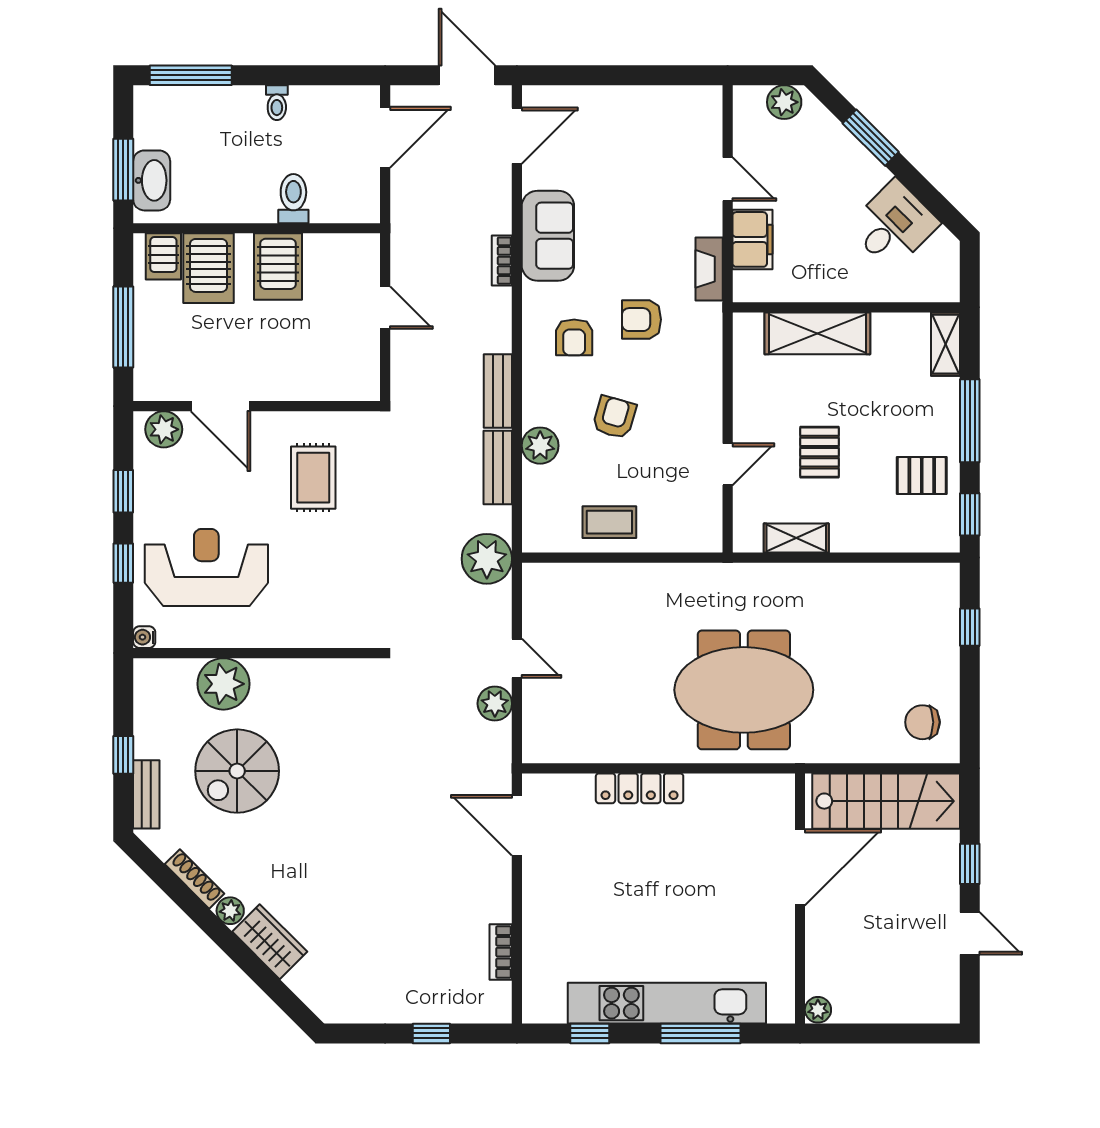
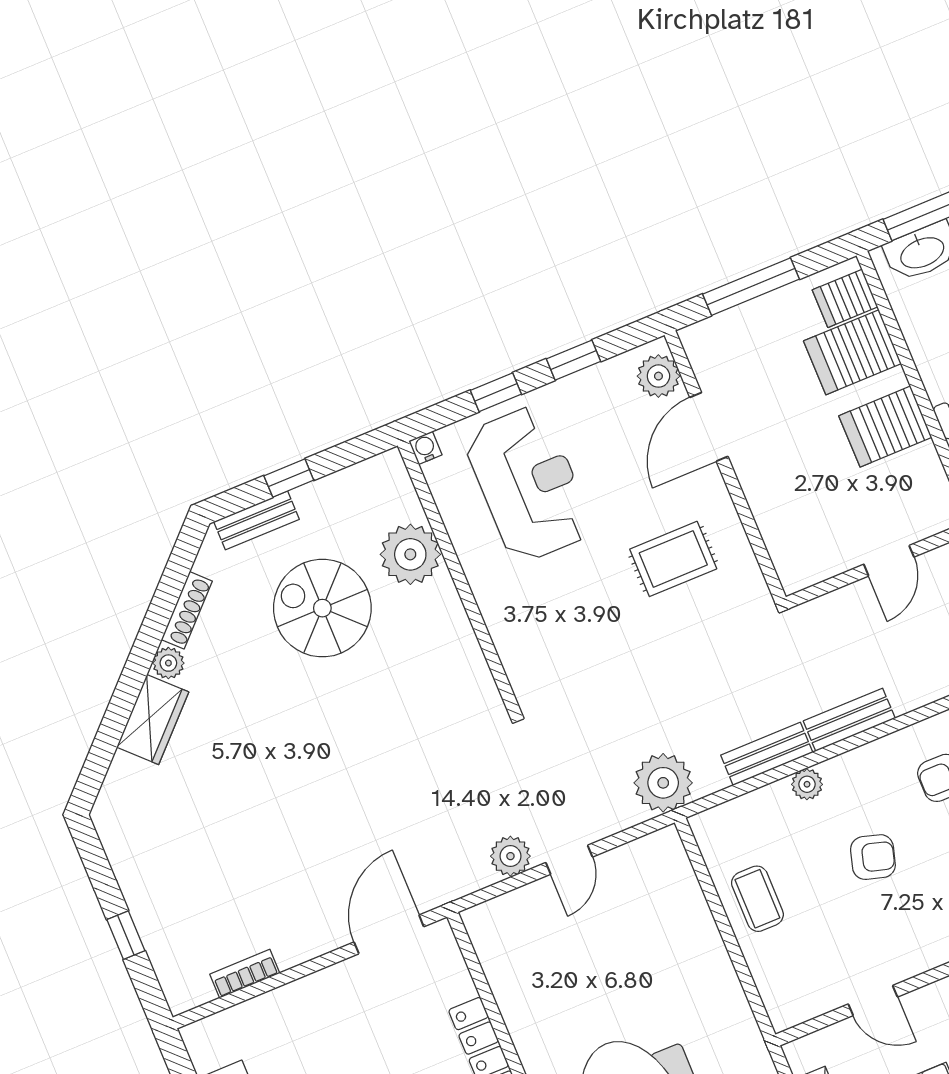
plant: (540, 446) -> (807, 784), width x0.73, depth x0.73

